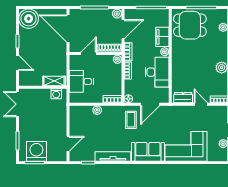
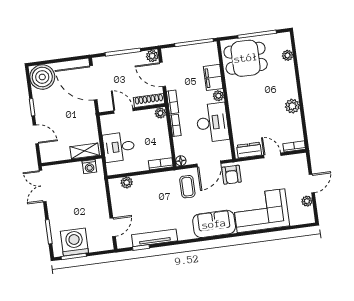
door: (123, 29) -> (162, 74), swing flipped
door: (89, 54) -> (123, 111), hinge flipped
plant: (97, 110) -> (127, 182), moved
armchair: (167, 115) -> (232, 175), added
tv unit: (113, 156) -> (155, 238), moved

